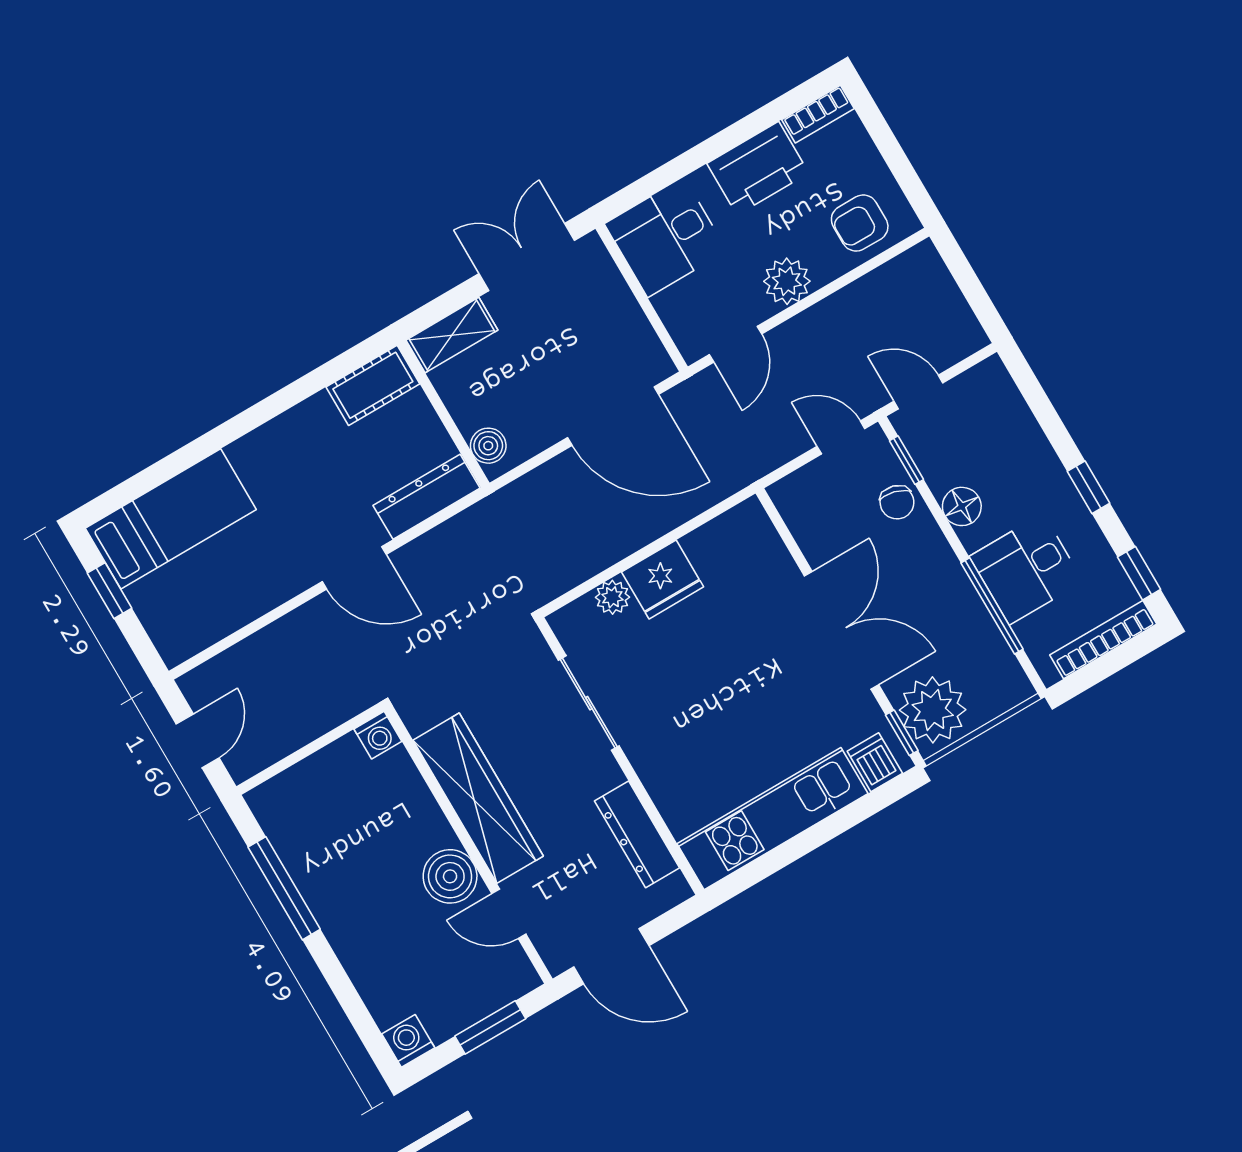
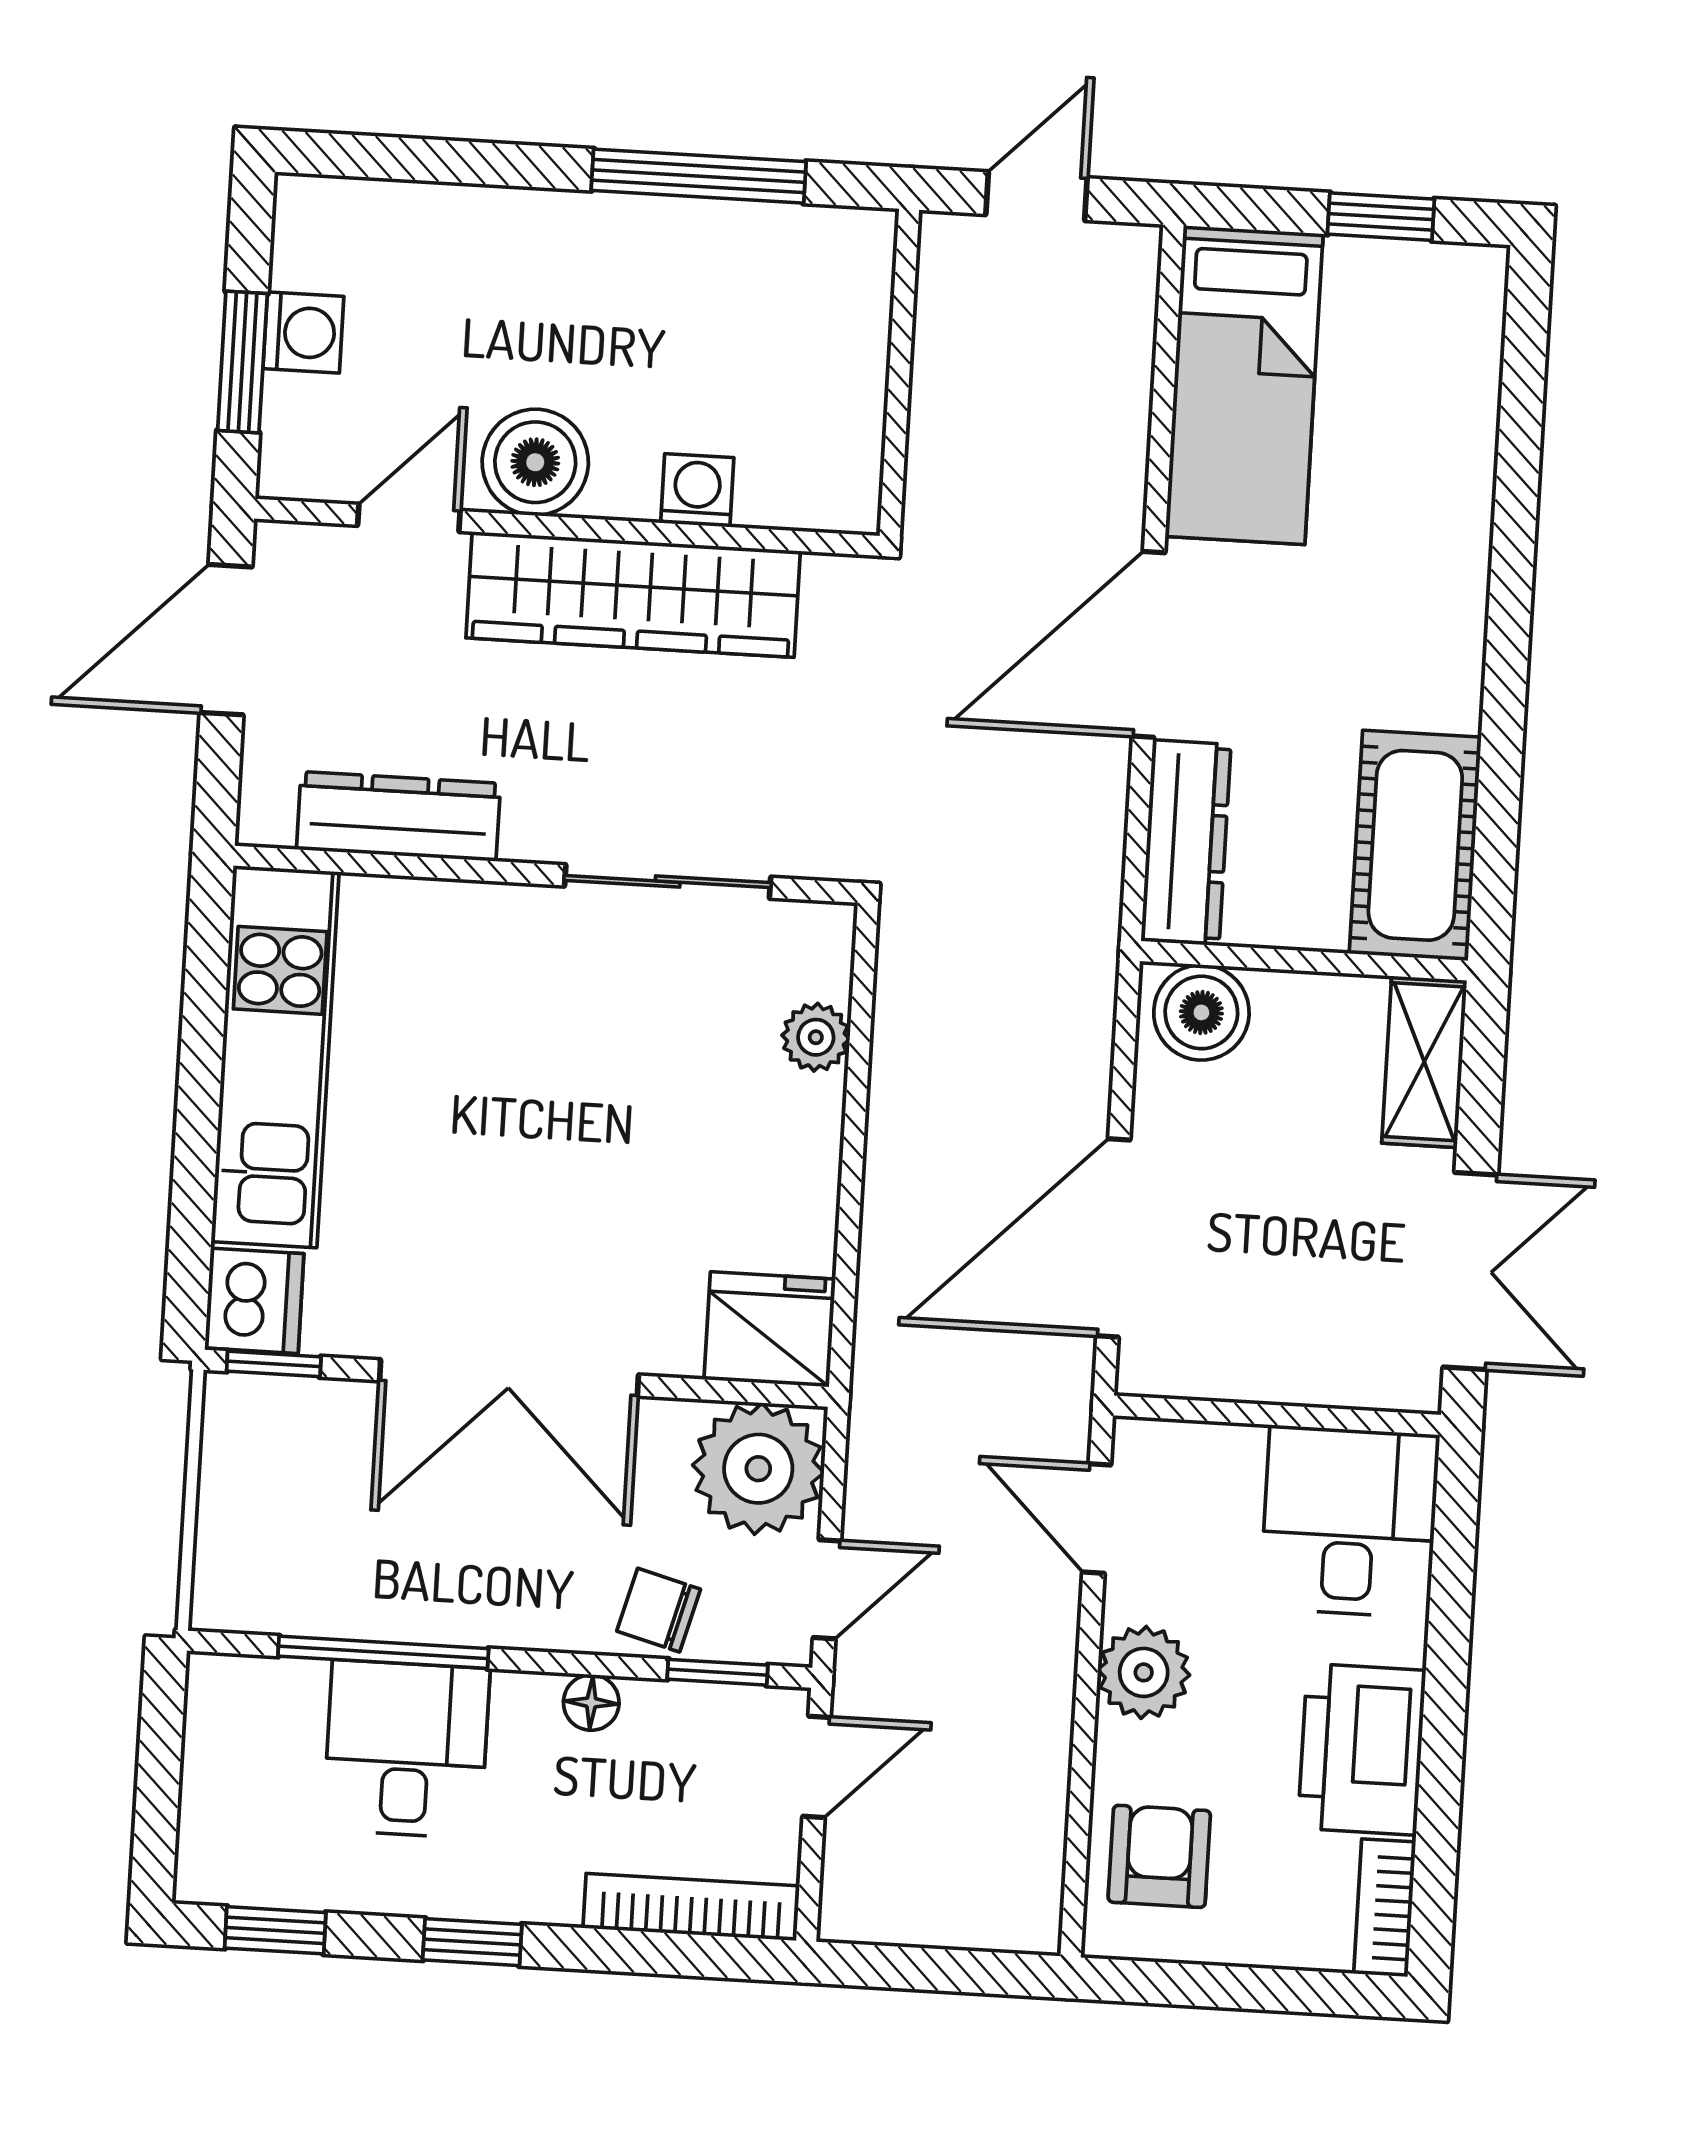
cot: (373, 385) -> (1415, 845), width x1.37, depth x1.34
boiler: (488, 446) -> (1201, 1012), width x1.36, depth x1.36
floor lamp: (962, 506) -> (591, 1703), width x0.73, depth x0.73
bed: (171, 519) -> (1244, 385), moved
door: (354, 568) -> (1149, 644), width x1.36
fridge: (663, 579) -> (770, 1329), moved, turned 90
bookcase: (1103, 640) -> (691, 1907), moved, turned -90
plant: (933, 710) -> (758, 1469), moved
washing machine: (378, 735) -> (697, 490), moved, turned 90
door: (198, 741) -> (1036, 196), swing flipped
dishwasher: (875, 762) -> (254, 1301), width x1.38
washing machine: (408, 1041) -> (303, 332), moved

